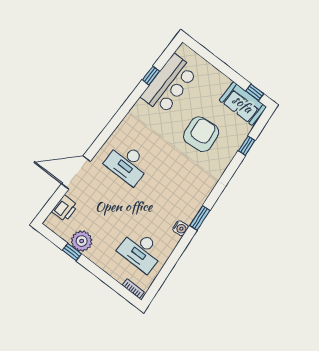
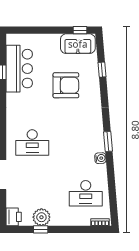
armchair: (201, 134) -> (66, 85), turned 96
printer: (65, 209) -> (14, 217), moved

